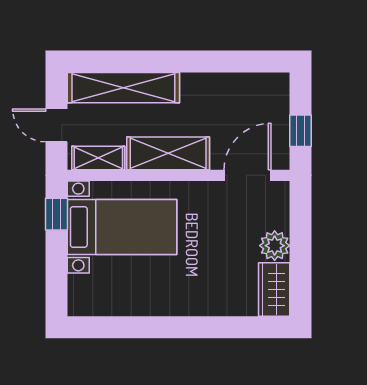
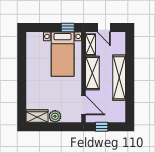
shelving: (123, 88) -> (119, 78), moved
door: (56, 125) -> (104, 28), swing flipped

